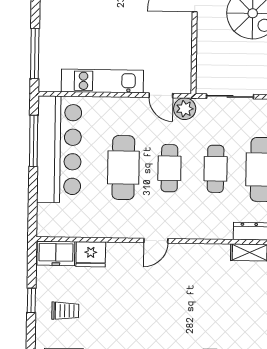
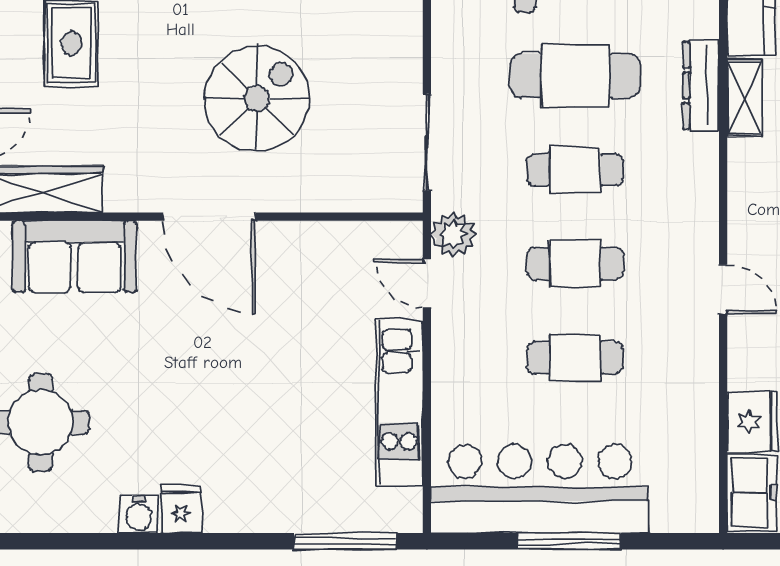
door: (161, 95) -> (427, 283), swing flipped
window: (34, 141) -> (569, 541), moved
cafe table: (123, 168) -> (575, 358), width x0.73, depth x0.74

